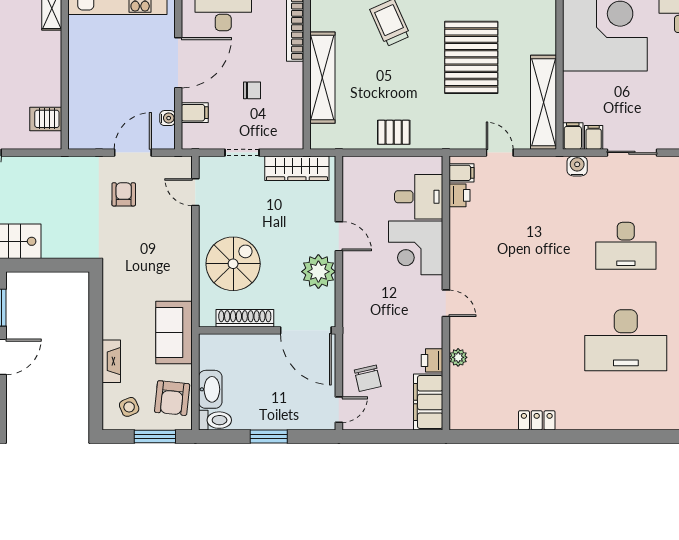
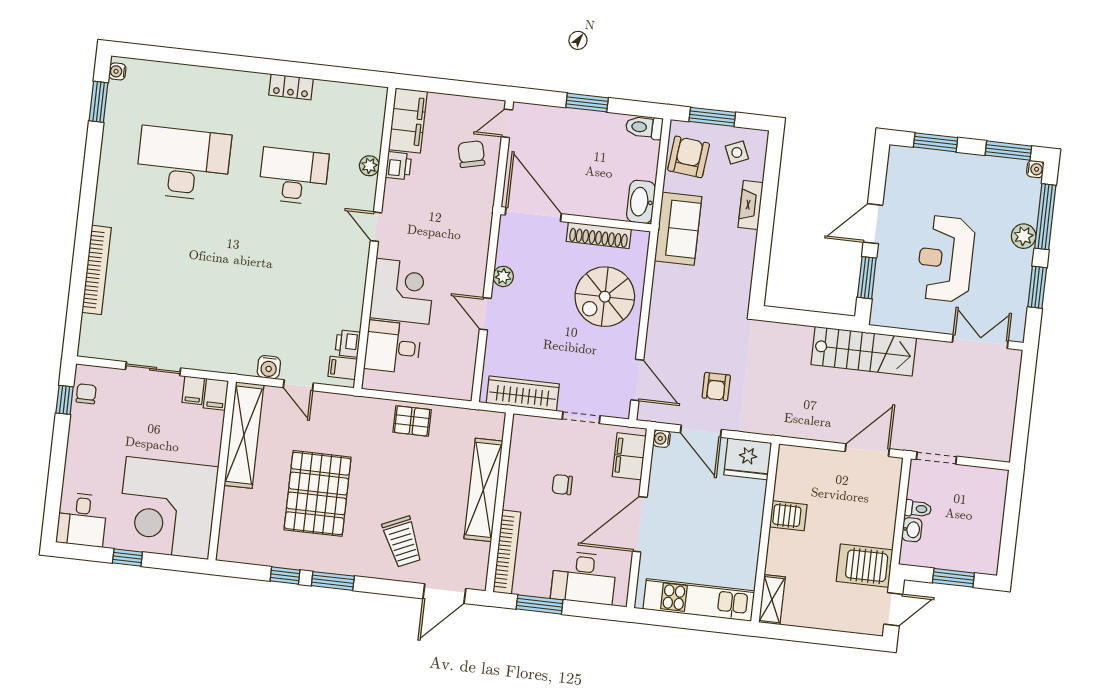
filing cabinet: (195, 113) -> (629, 456), width x2.00
water cooler: (167, 118) -> (662, 439), moved
server rack: (46, 119) -> (788, 516), moved
fridge: (88, 133) -> (748, 459), added
door: (133, 153) -> (701, 431), hinge flipped
water cooler: (577, 166) -> (269, 367), moved
door: (195, 192) -> (637, 380), width x1.38
desk: (626, 246) -> (294, 176), moved
plant: (318, 272) -> (503, 276), width x0.53, depth x0.53
washbasin: (210, 389) -> (641, 202), moved

